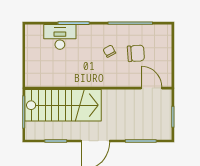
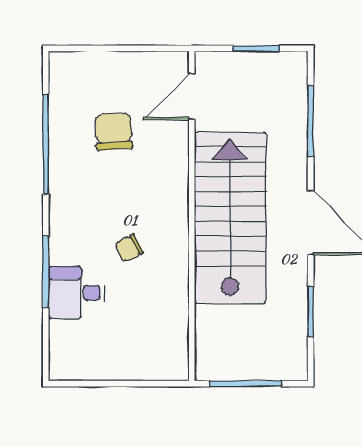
desk: (60, 37) -> (77, 293), width x0.73
chair: (109, 51) -> (129, 248), moved
stairs: (63, 105) -> (230, 218), moved

